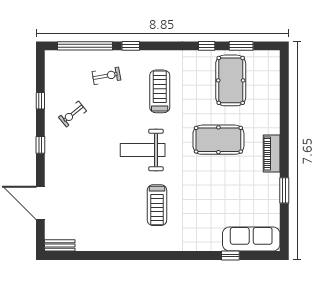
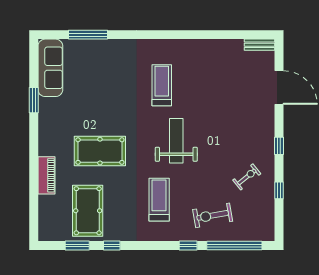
exercise bike: (106, 76) -> (213, 215), width x1.38, depth x1.39
treadmill: (160, 91) -> (159, 200), turned 180
weight bench: (143, 150) -> (176, 141), turned -90
piano: (272, 153) -> (46, 175), moved
sofa: (251, 239) -> (50, 68), moved, turned -90
window: (230, 256) -> (88, 35), width x2.17

